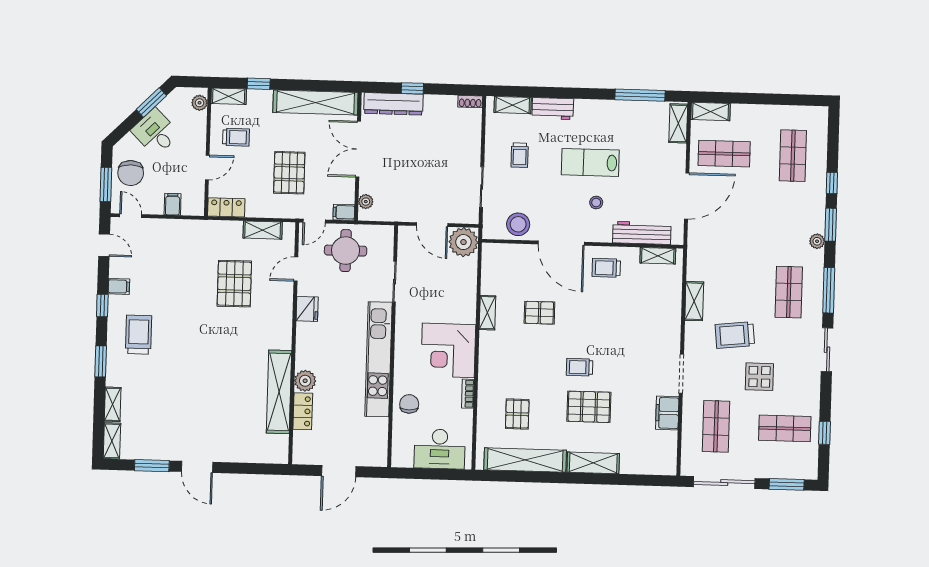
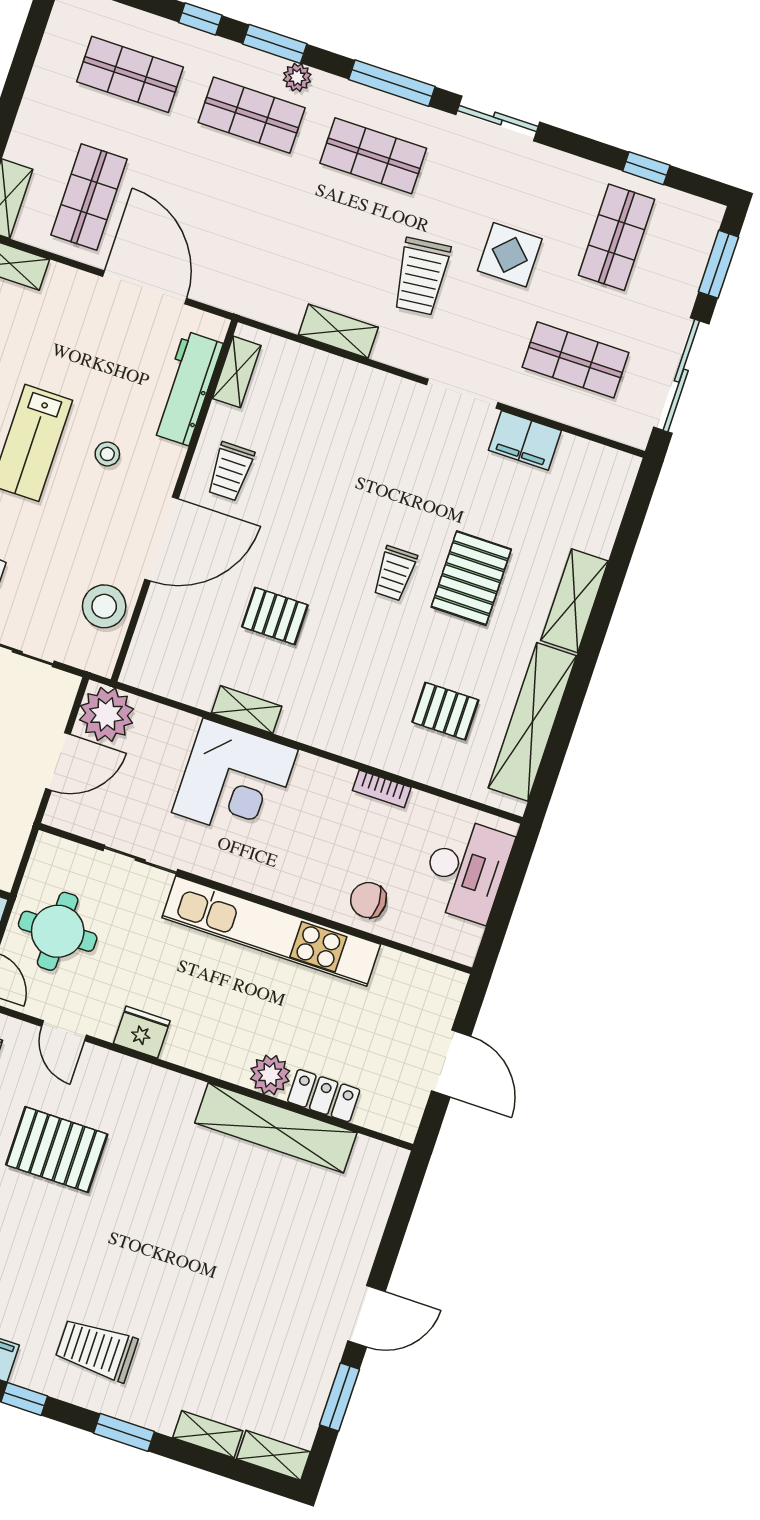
shop shelf: (791, 224) -> (252, 115), added
pallet: (539, 313) -> (275, 616), turned 90
corner desk: (448, 350) -> (235, 781), moved

